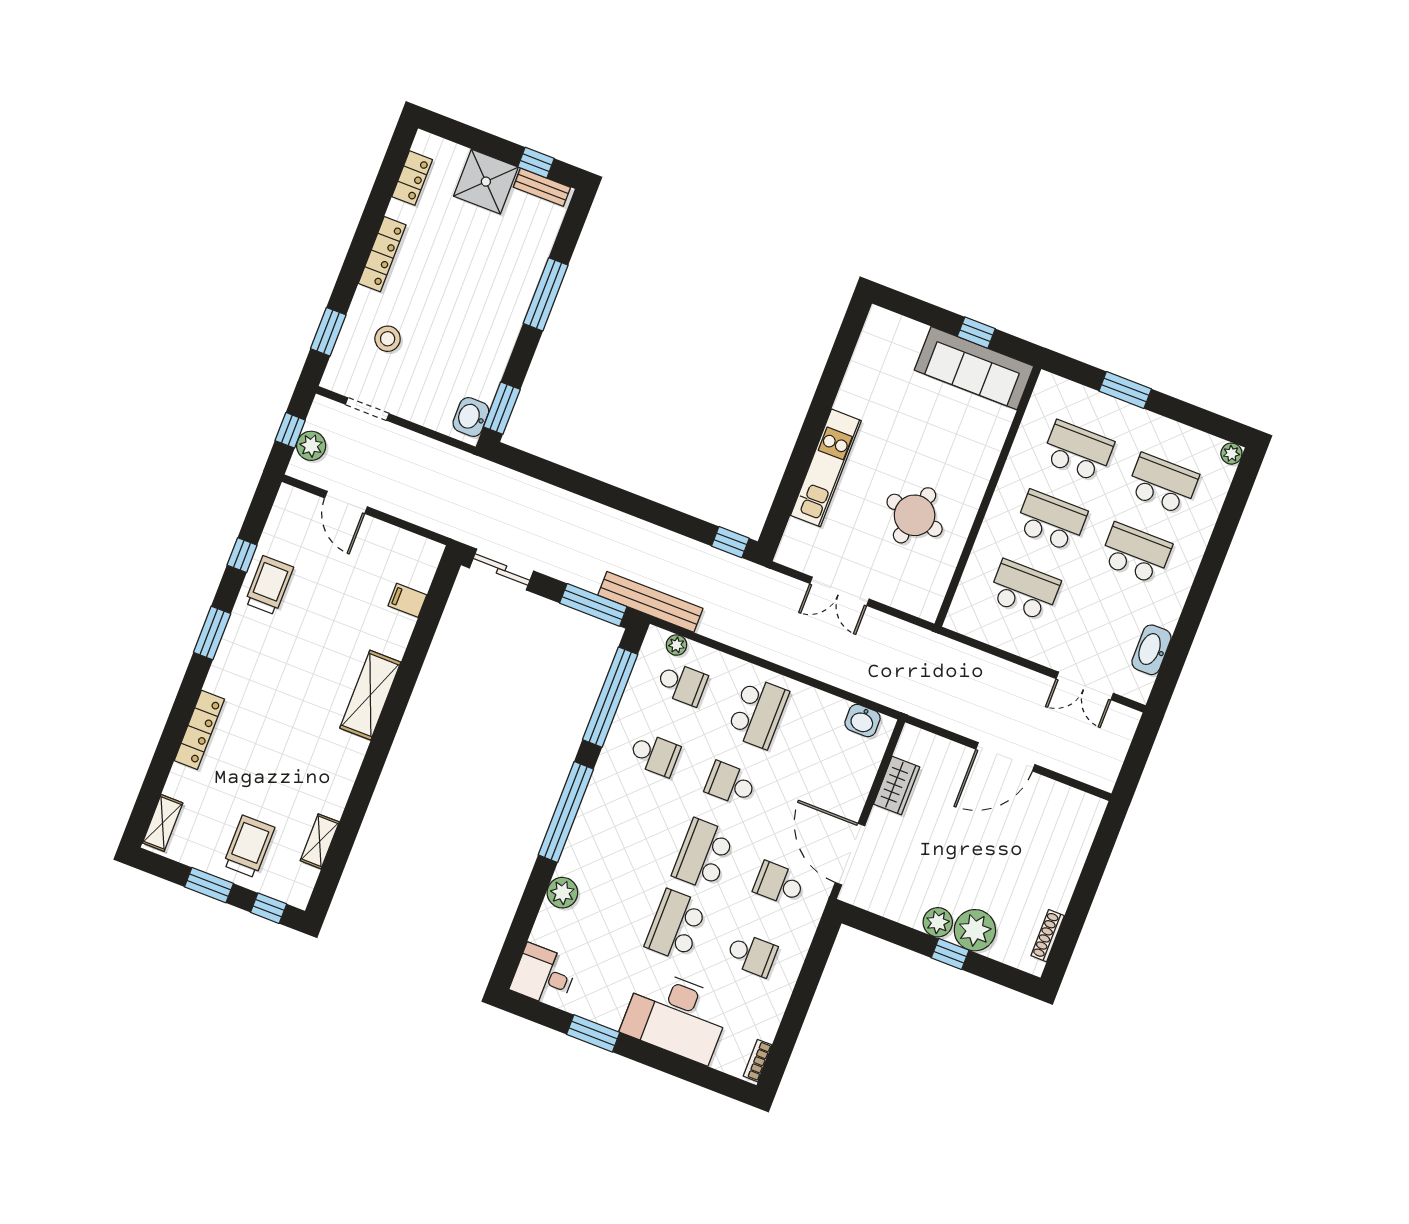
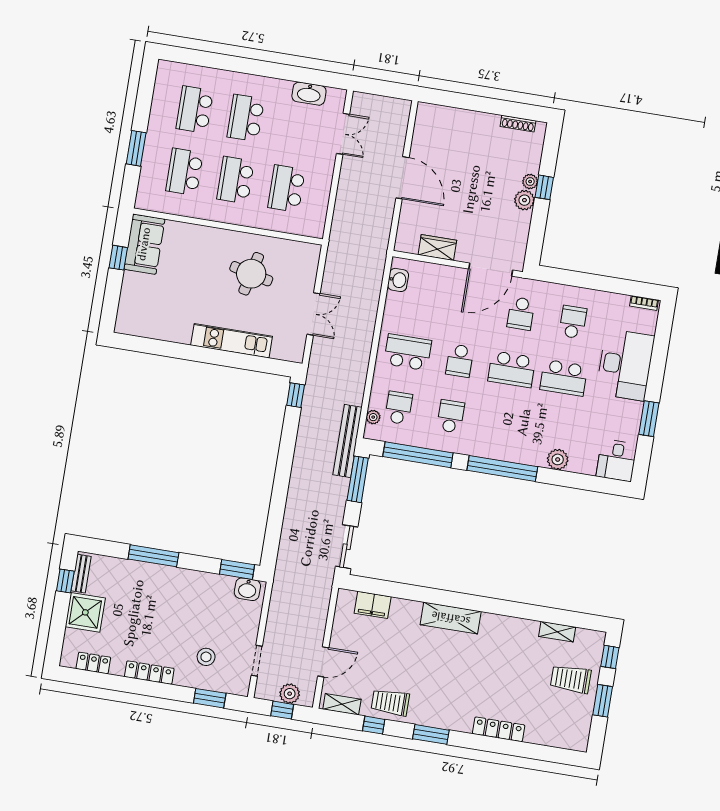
sofa: (974, 368) -> (144, 244), width x0.73
plant: (1231, 454) -> (164, 67), removed
filing cabinet: (407, 600) -> (373, 605), width x2.00
shelving: (163, 823) -> (342, 704), moved
plant: (975, 930) -> (530, 182), width x0.53, depth x0.53

